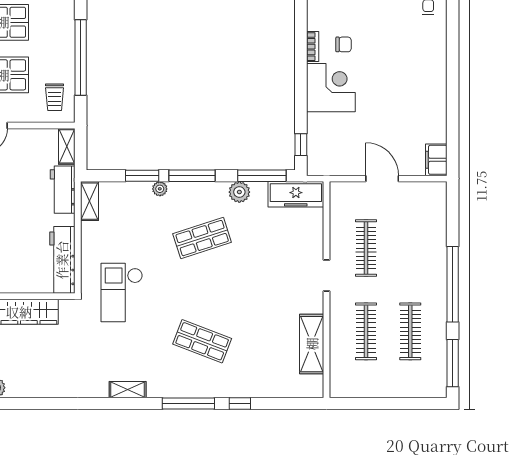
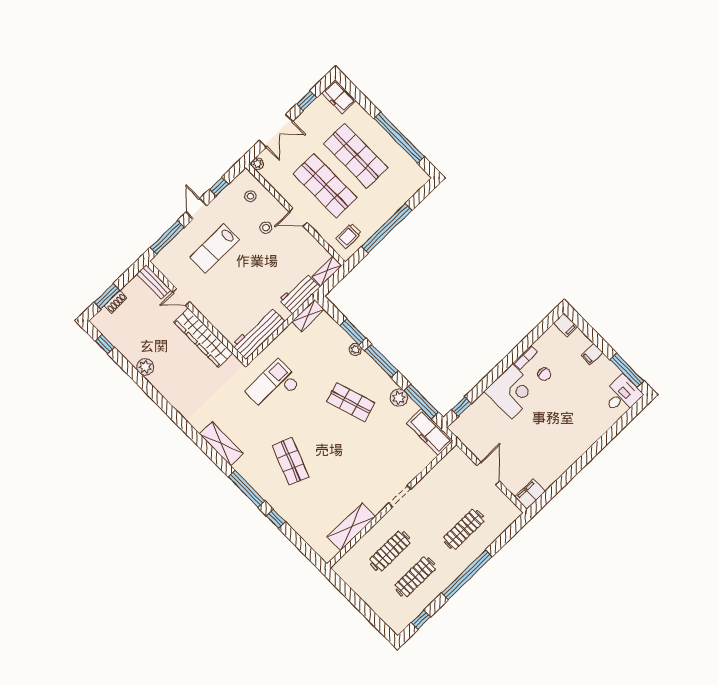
clothes rail: (366, 248) -> (464, 529), moved
window: (453, 363) -> (421, 620), width x0.46
shelving: (128, 390) -> (221, 444), width x1.50, depth x1.33

